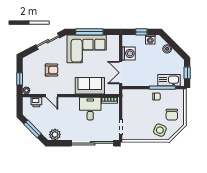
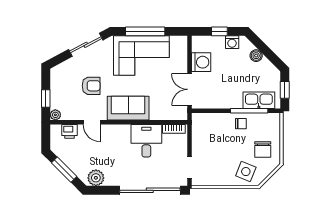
sofa: (90, 86) -> (128, 108), moved

